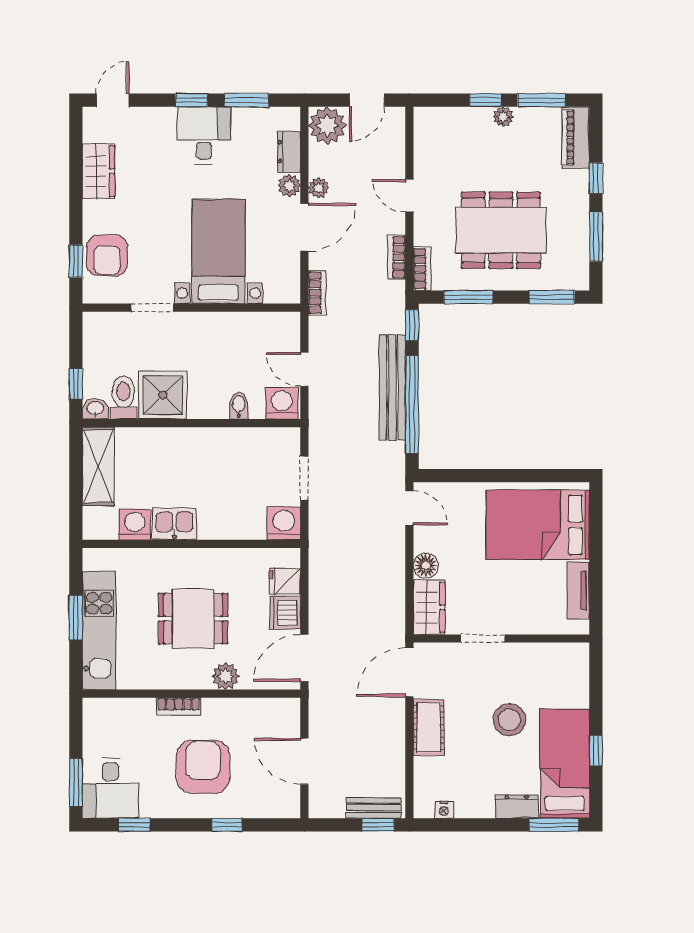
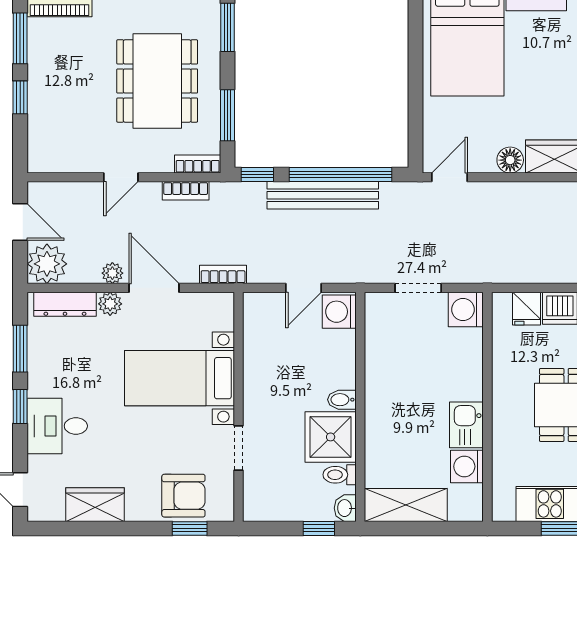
plant: (503, 117) -> (38, 79), removed
desk: (204, 135) -> (57, 426), moved
dresser: (289, 152) -> (65, 304), width x1.44
toilet: (123, 398) -> (340, 475), width x0.73, depth x0.72
bidet: (239, 406) -> (342, 400), moved

